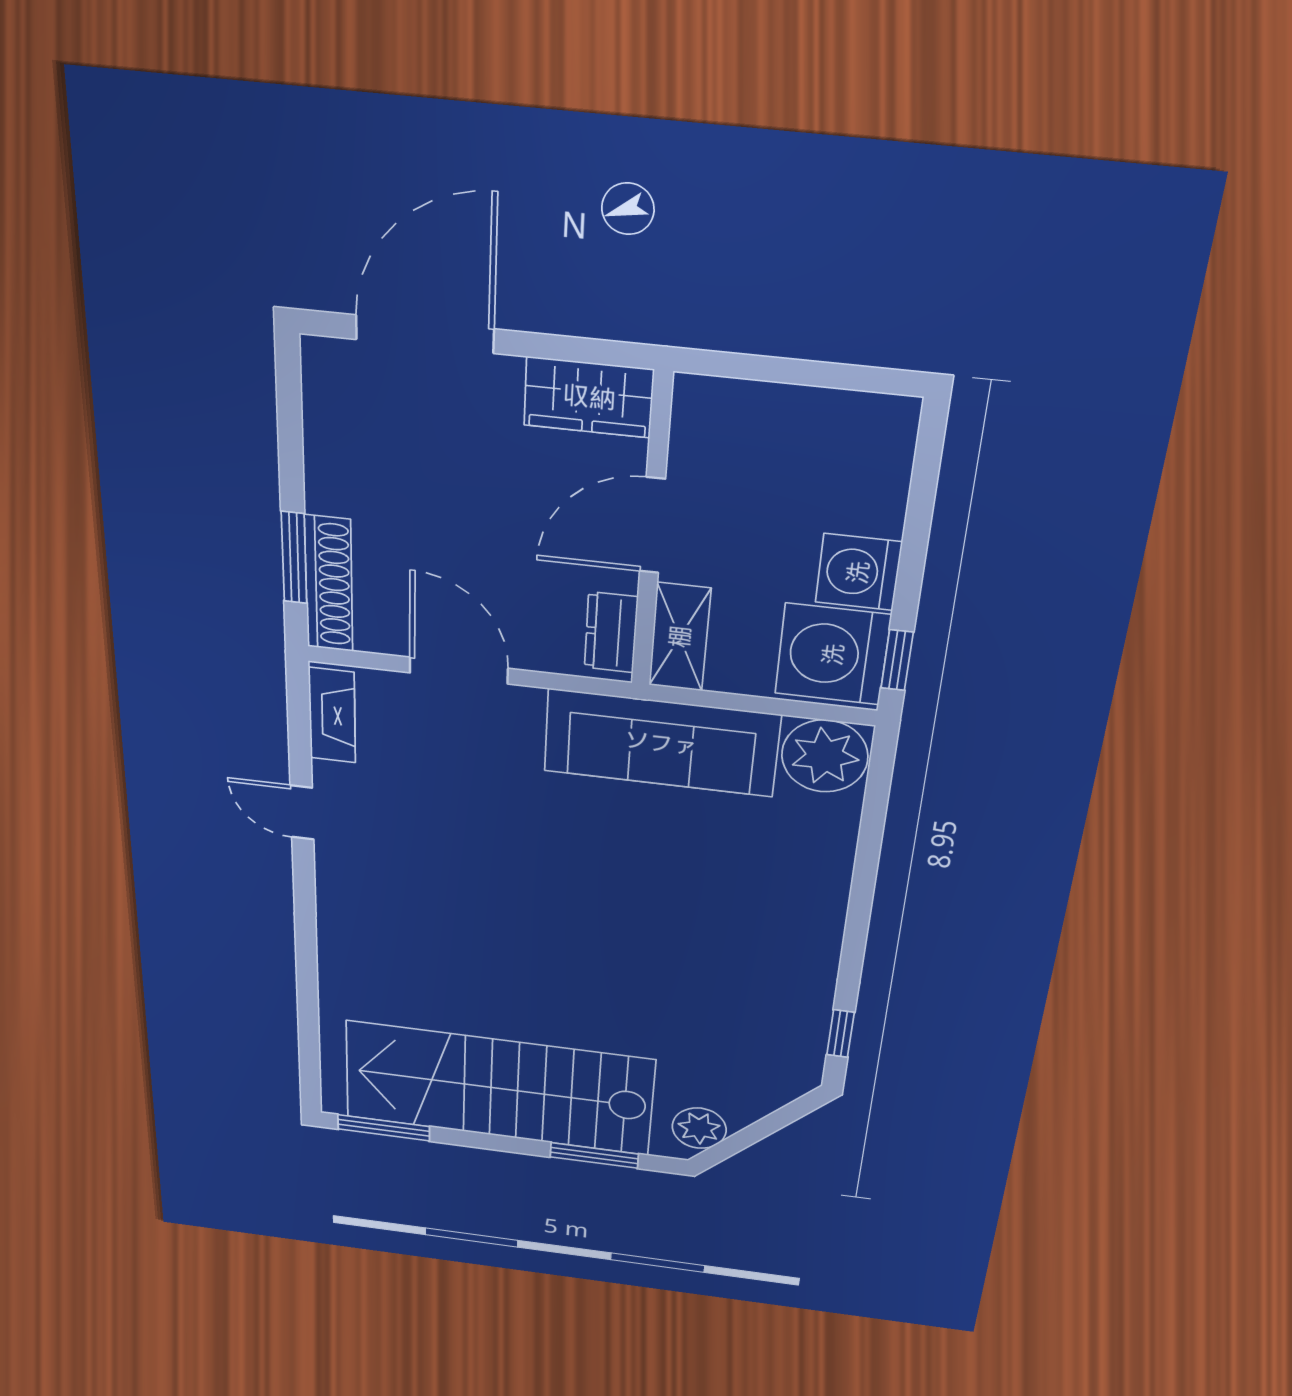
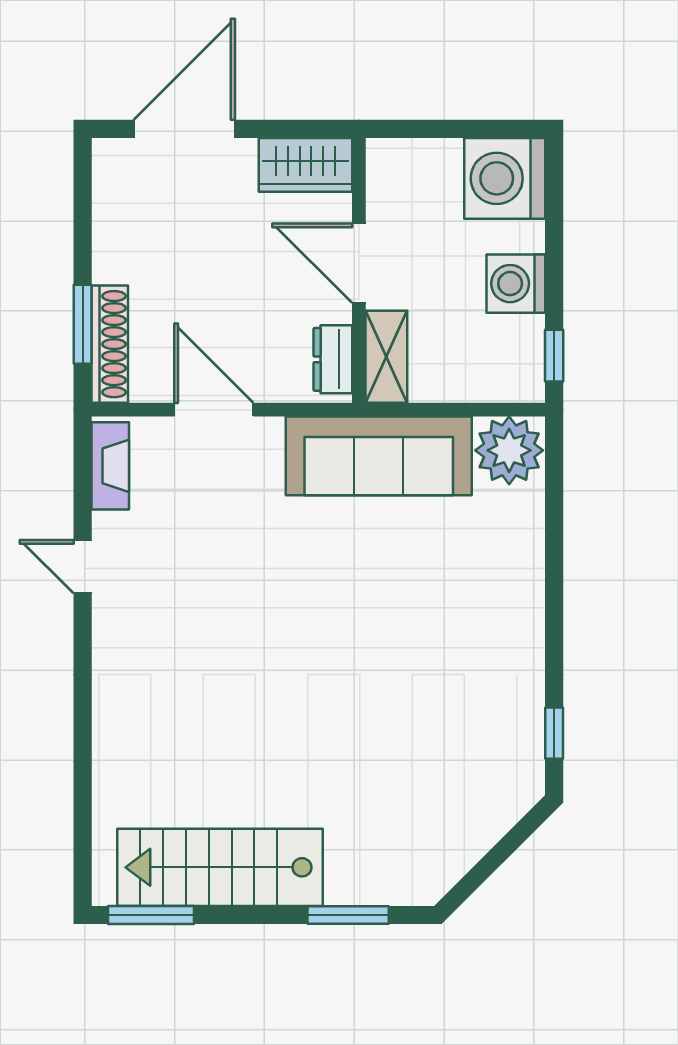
door: (652, 525) -> (359, 263), hinge flipped
washing machine: (833, 654) -> (505, 178), moved
stairs: (499, 1088) -> (220, 867), width x0.73, depth x0.66
plant: (699, 1128) -> (441, 864), removed

